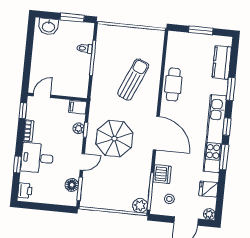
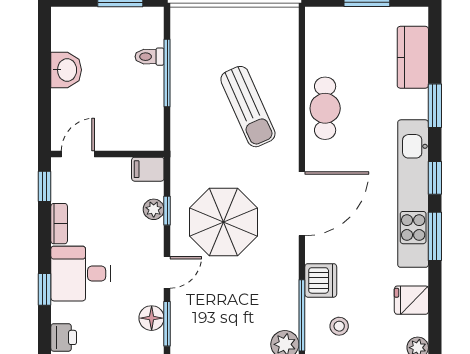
washbasin: (48, 27) -> (66, 70), moved, turned -90
sun lounger: (133, 80) -> (248, 107), turned 133
door: (156, 133) -> (302, 204), hinge flipped

